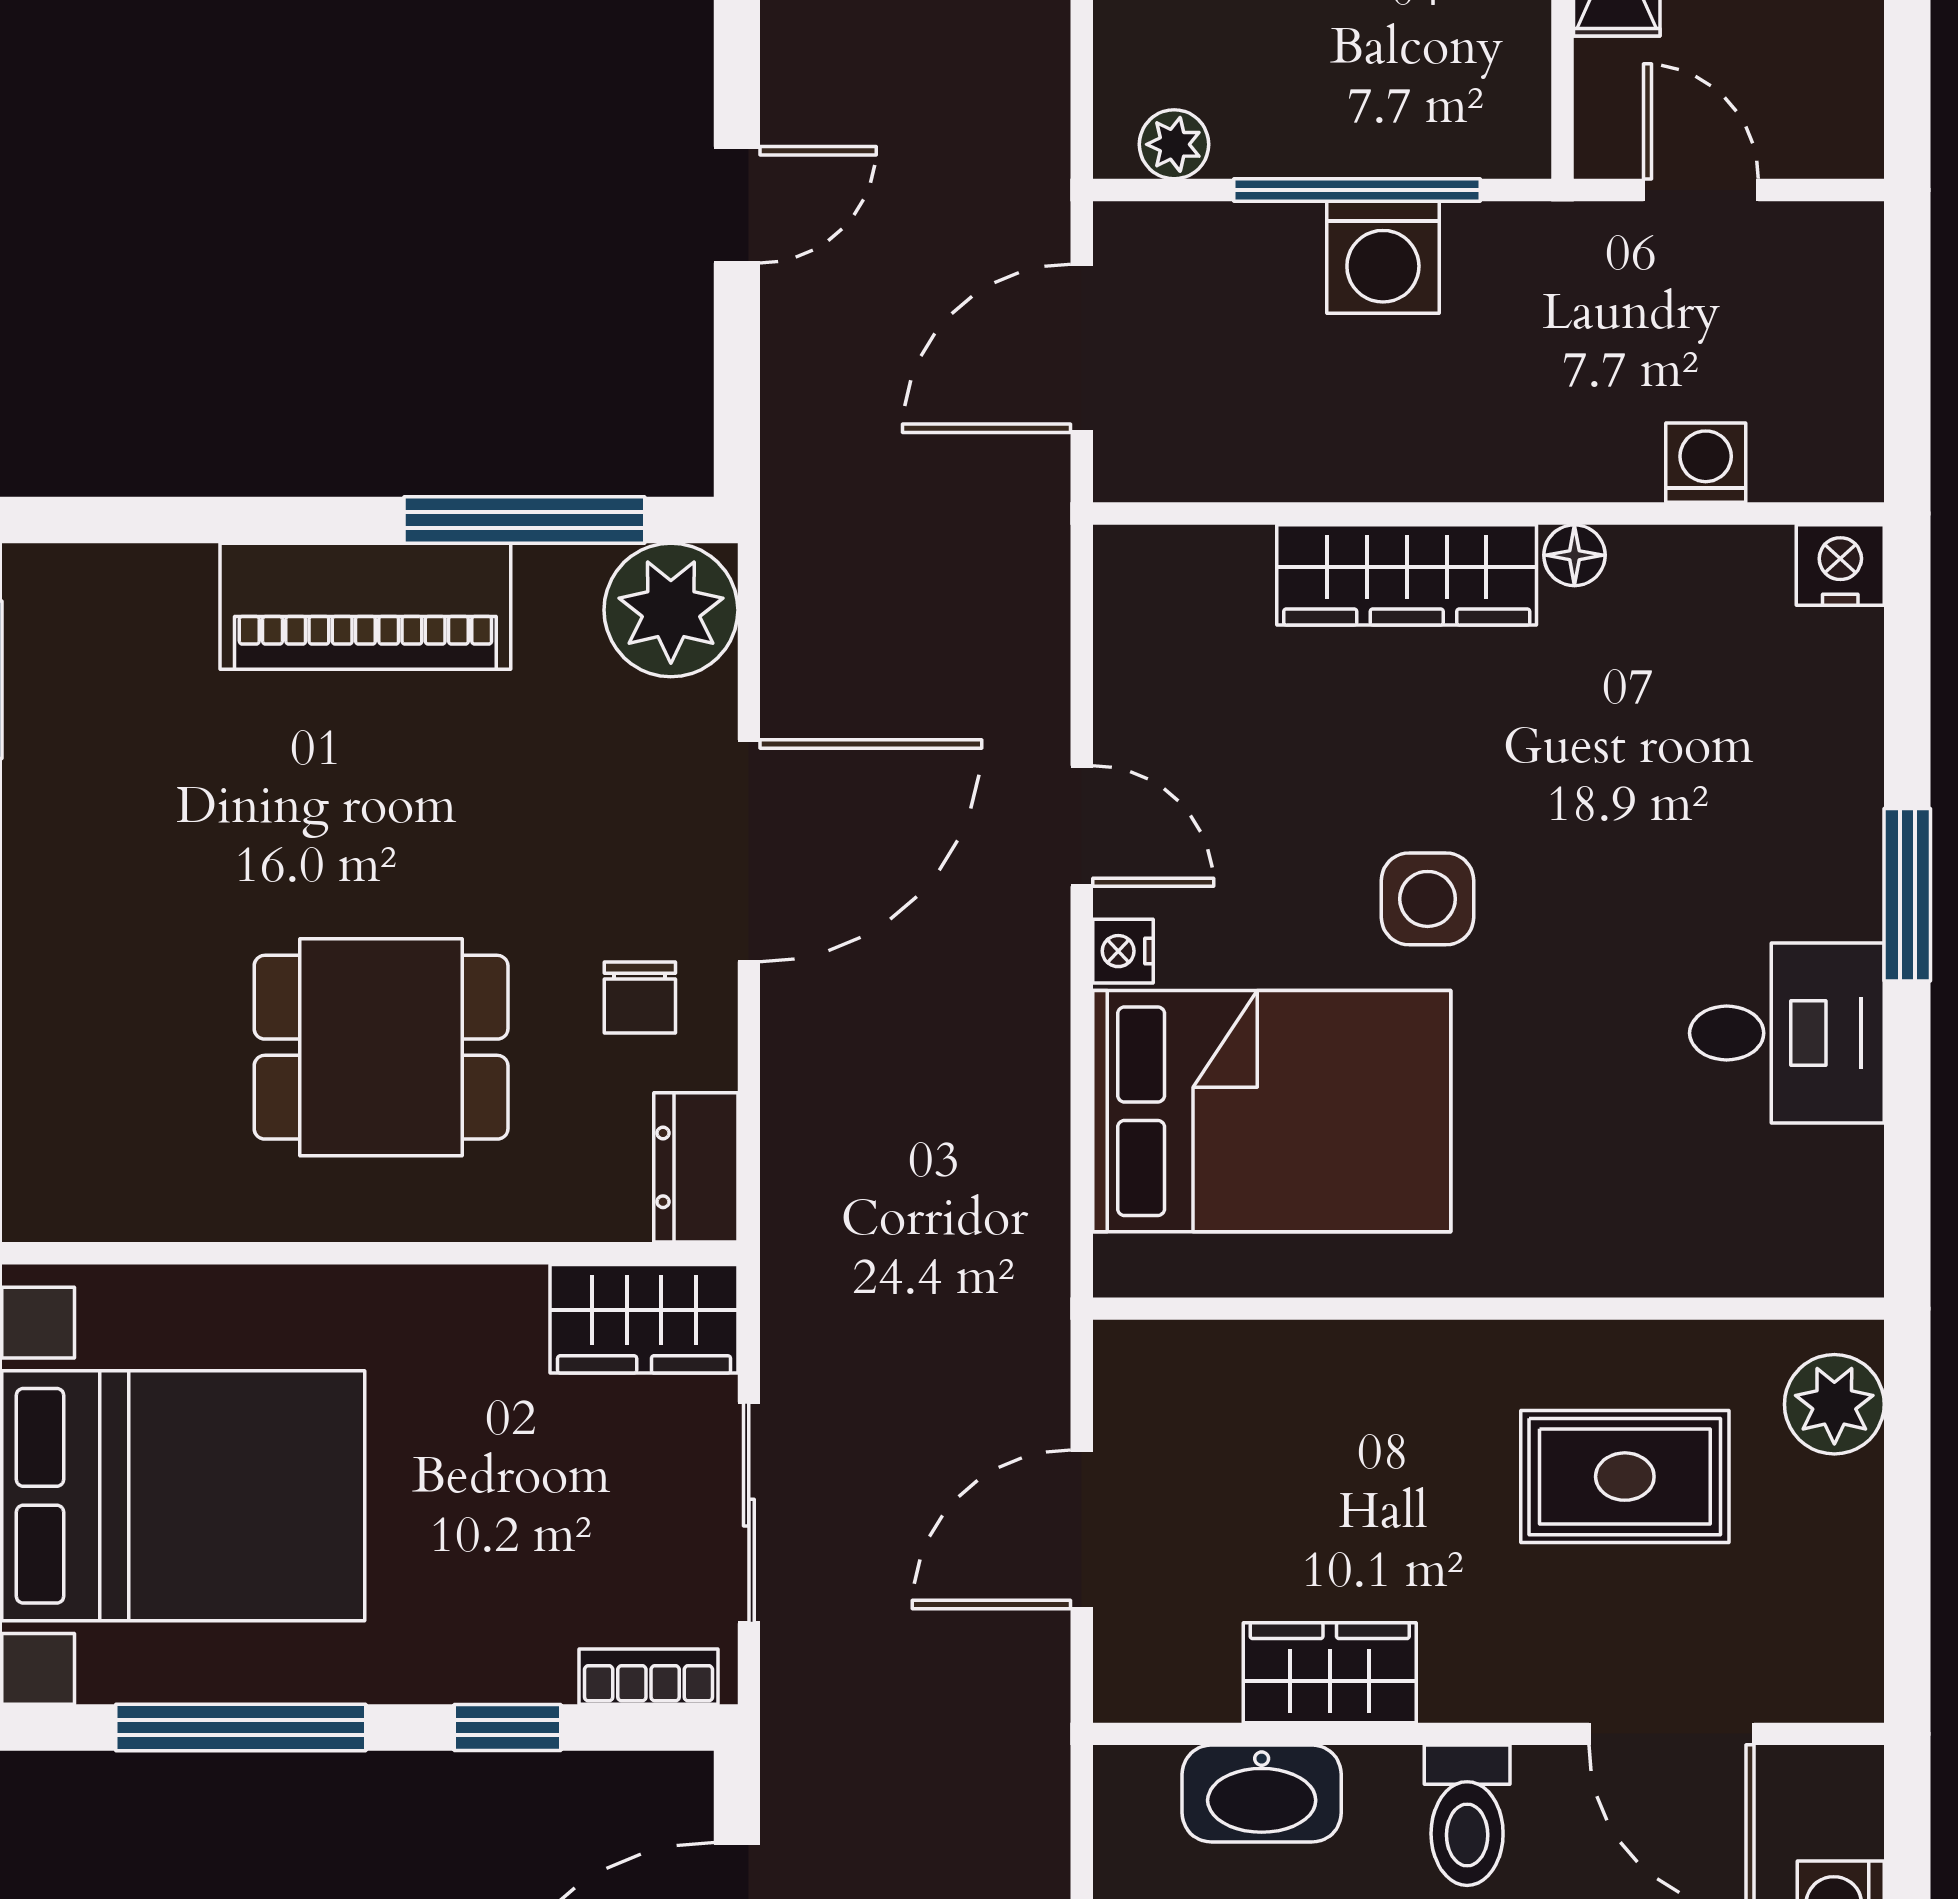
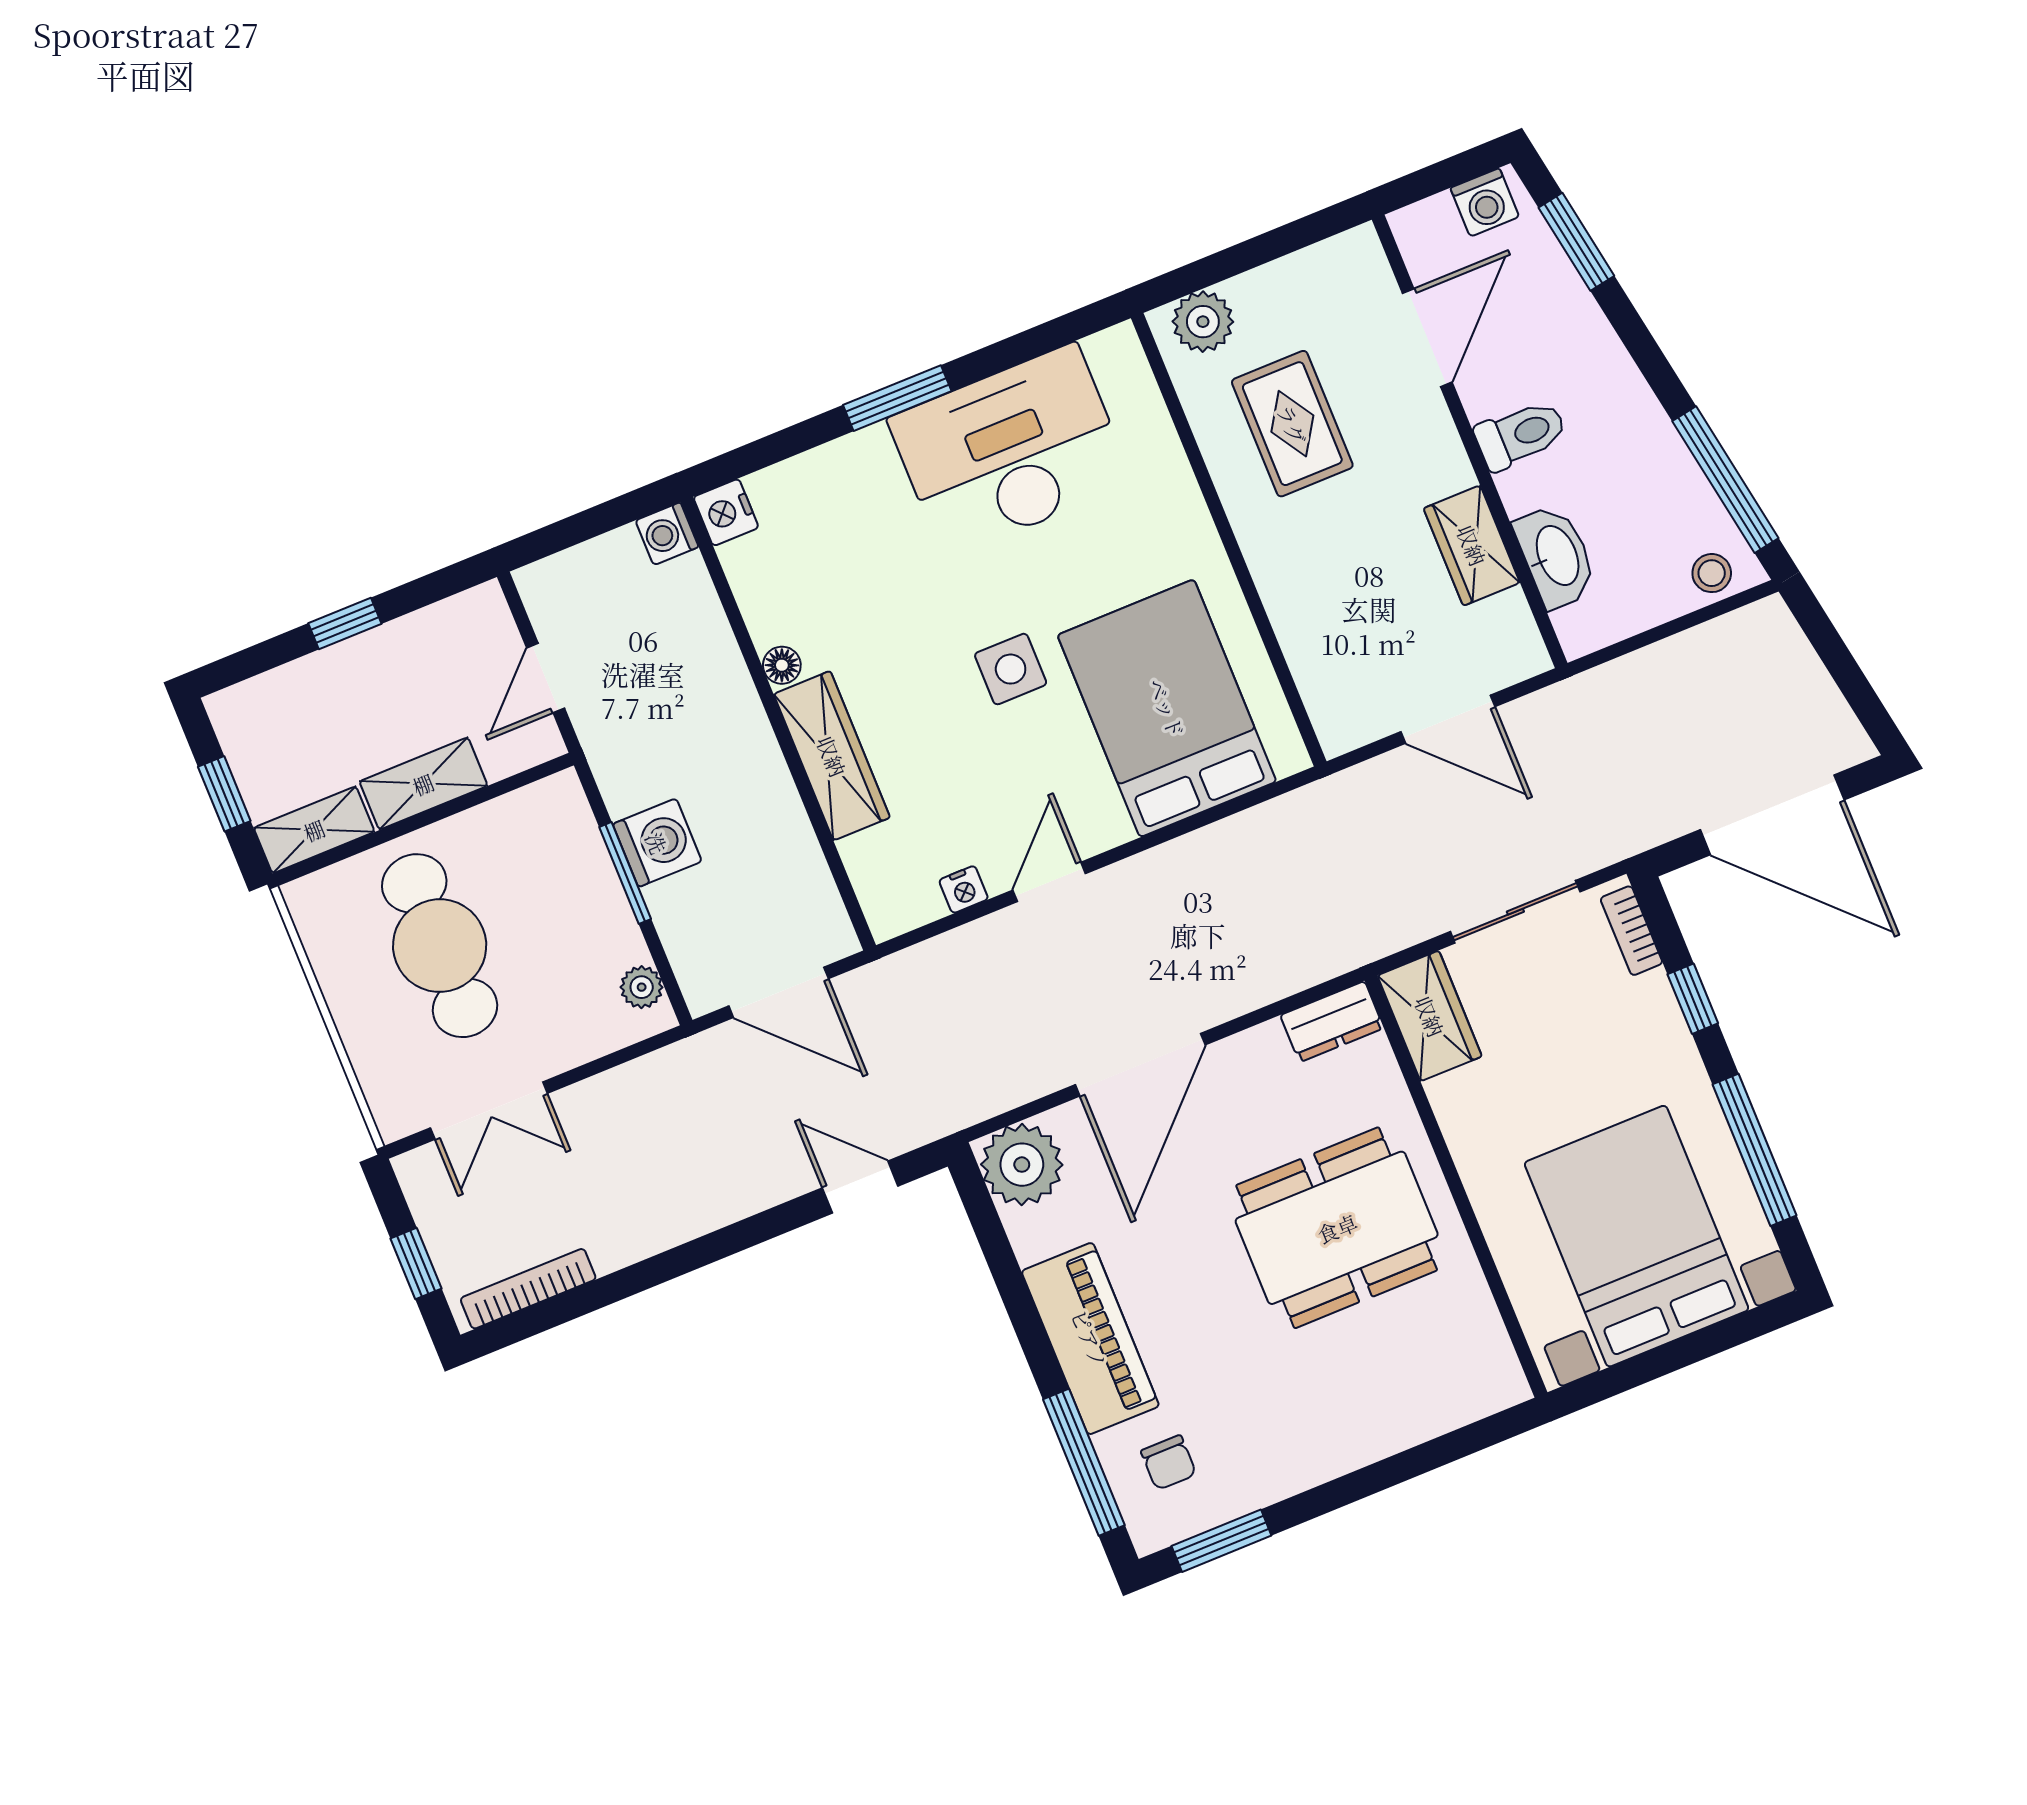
window: (1357, 190) -> (625, 873), width x0.69
door: (737, 205) -> (860, 1187), moved
washing machine: (1706, 463) -> (667, 534), moved
window: (524, 520) -> (1084, 1462), moved
door: (749, 851) -> (1140, 1065), swing flipped
nightstand: (1123, 951) -> (964, 889), moved
chair: (640, 997) -> (1169, 1463), moved, turned 90
desk: (1787, 1033) -> (1010, 451), width x1.87, depth x1.30
dining table: (381, 1047) -> (1337, 1228), width x1.38

